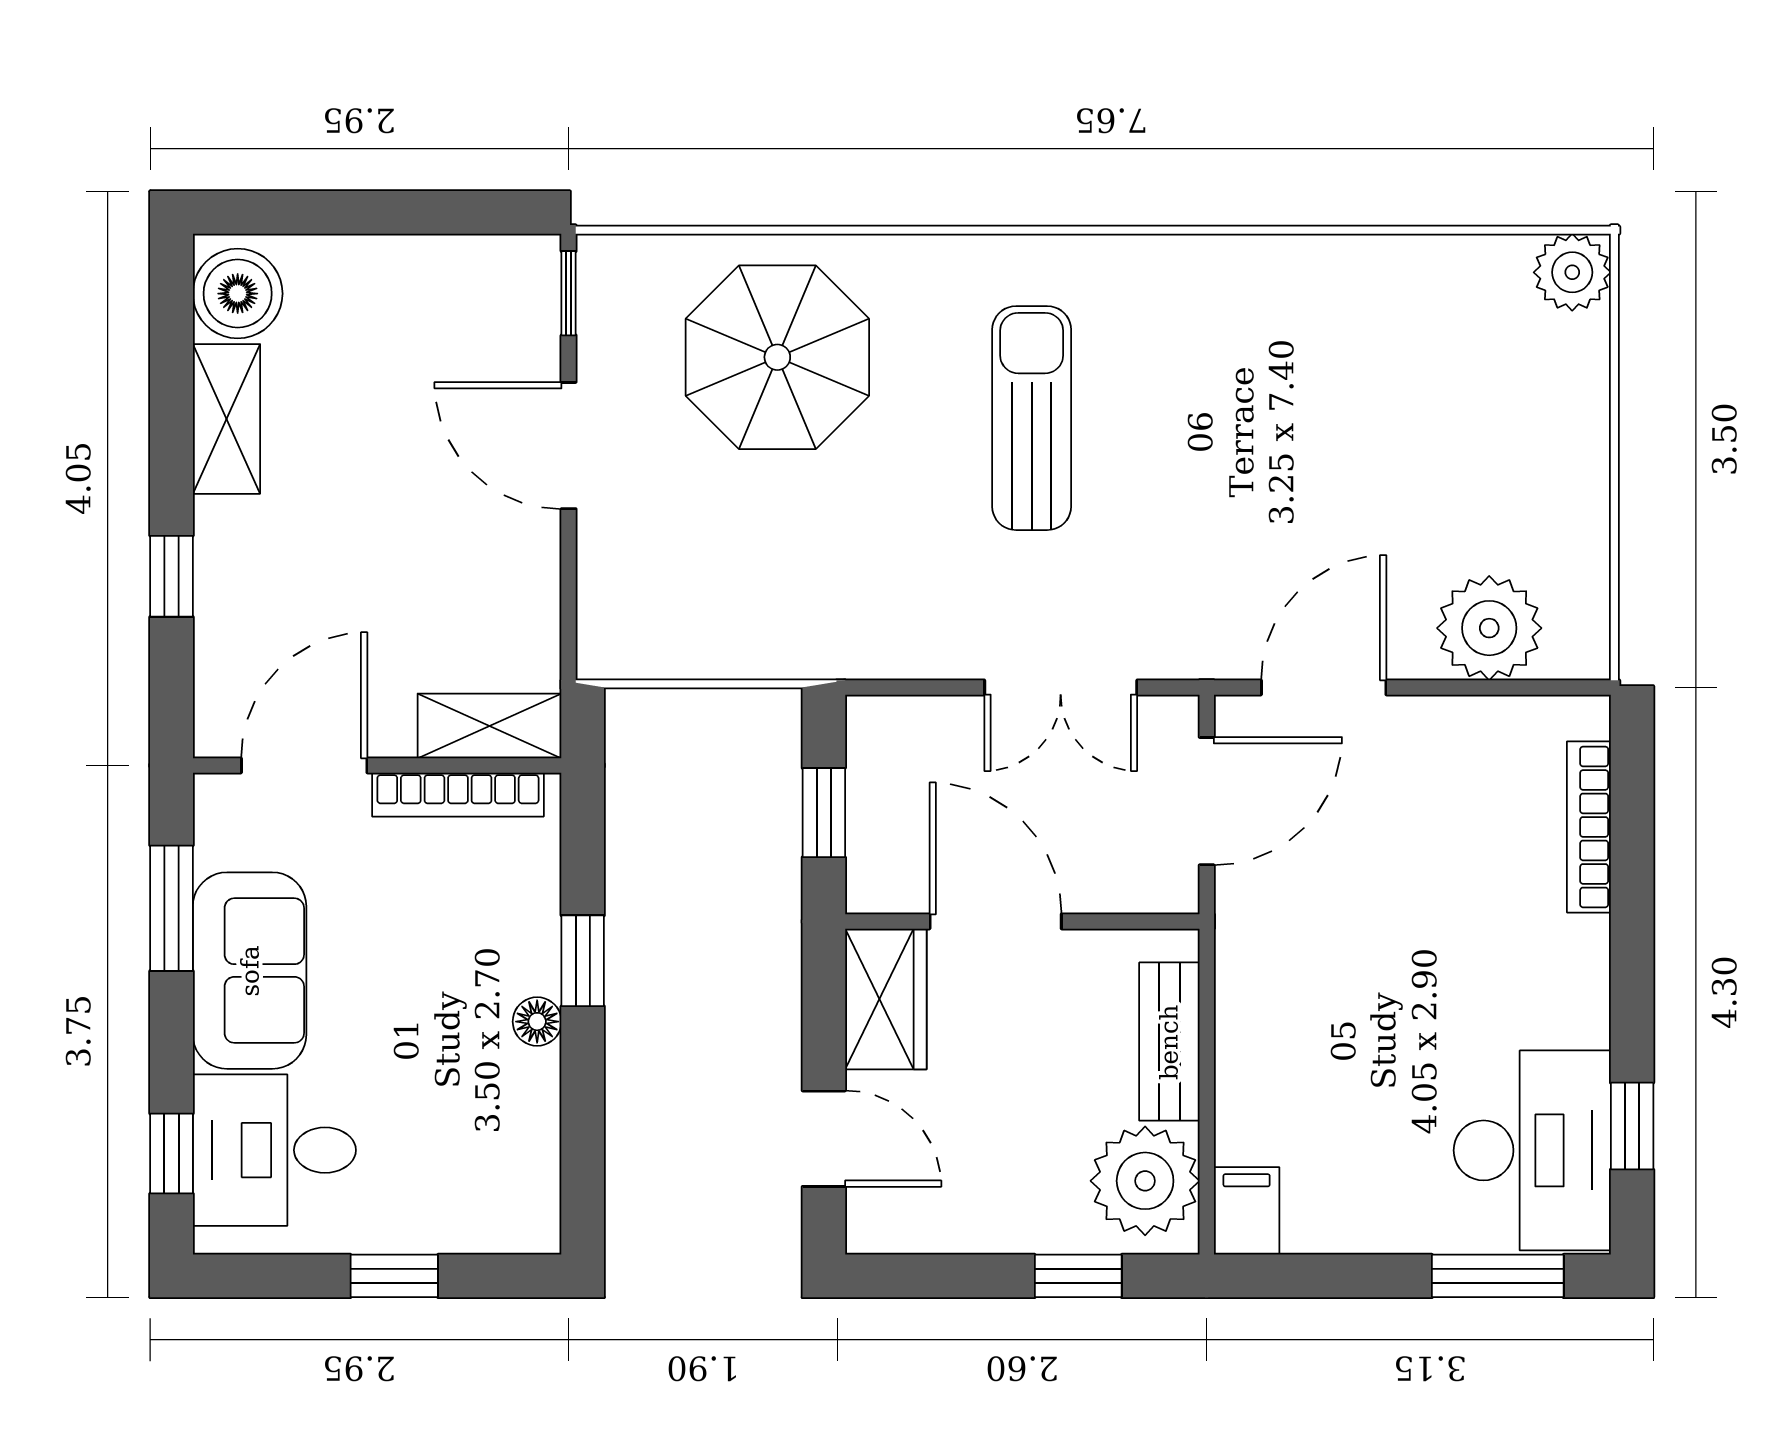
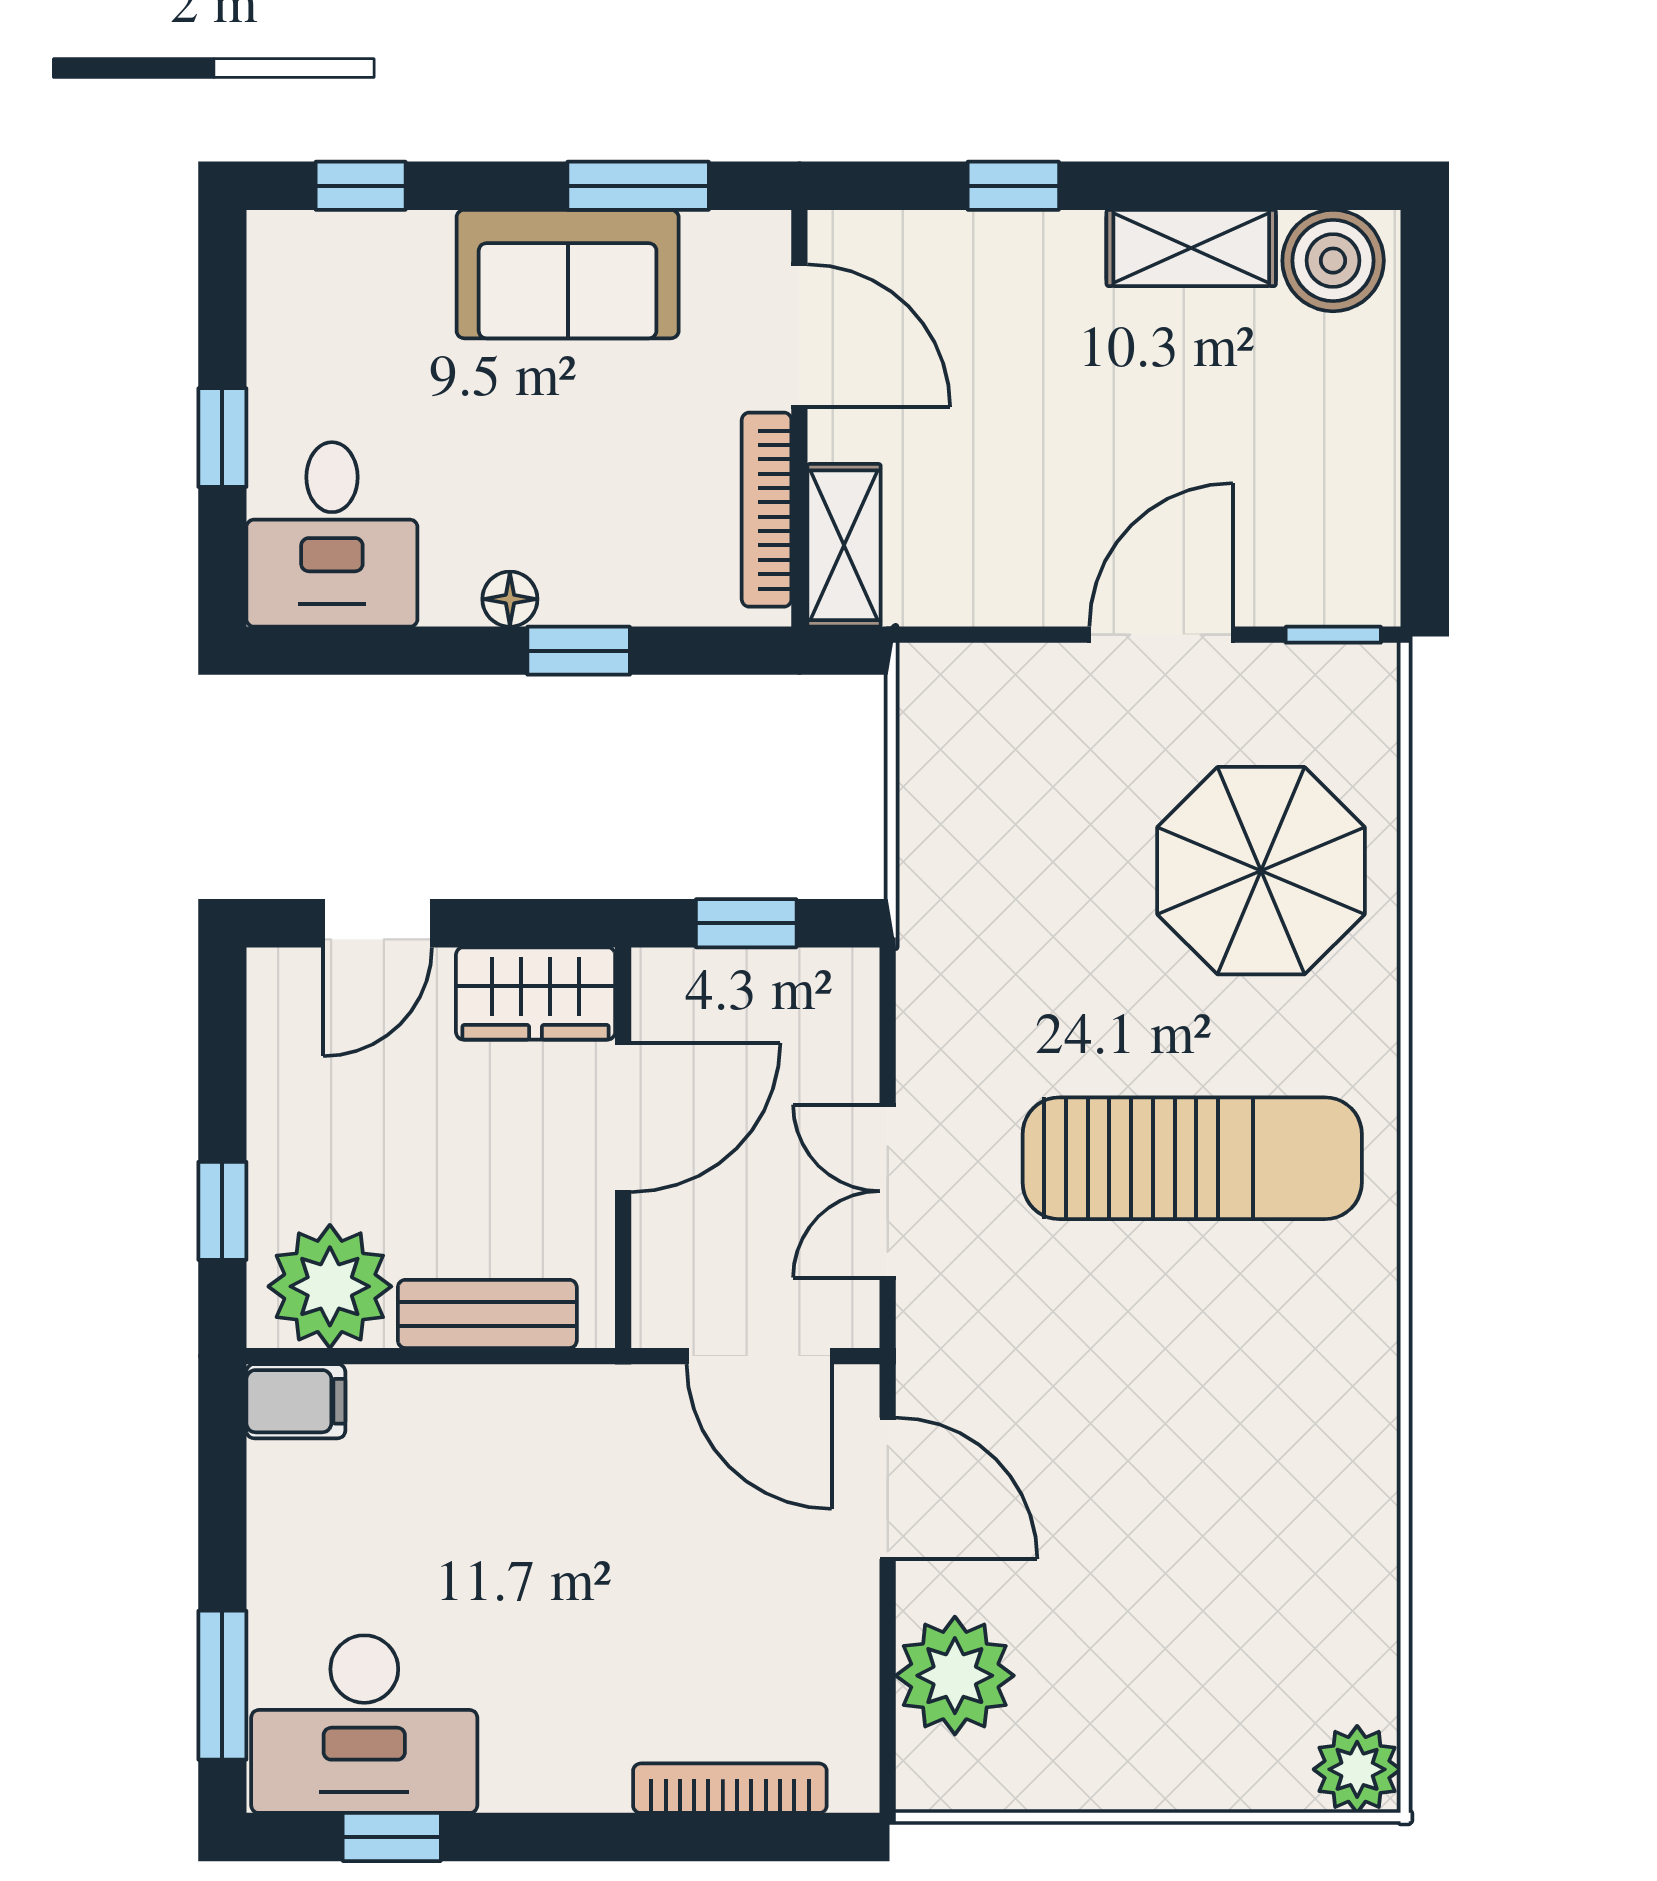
sun lounger: (1032, 418) -> (1192, 1158), width x1.36, depth x1.34
desk: (274, 1150) -> (332, 534), moved, turned 180

